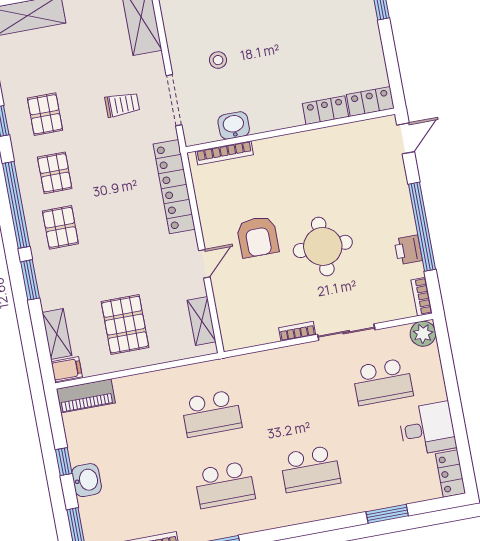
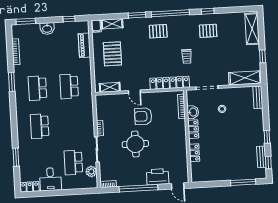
locker: (370, 101) -> (193, 129), moved
trolley: (122, 105) -> (187, 56), moved
pallet: (55, 173) -> (182, 32), removed
printer: (408, 250) -> (158, 177), moved, width x1.87, depth x1.48
pallet: (125, 325) -> (112, 54), turned 90
plant: (423, 334) -> (91, 172), moved
piano: (86, 396) -> (84, 45), moved
window: (64, 462) -> (69, 19), moved

